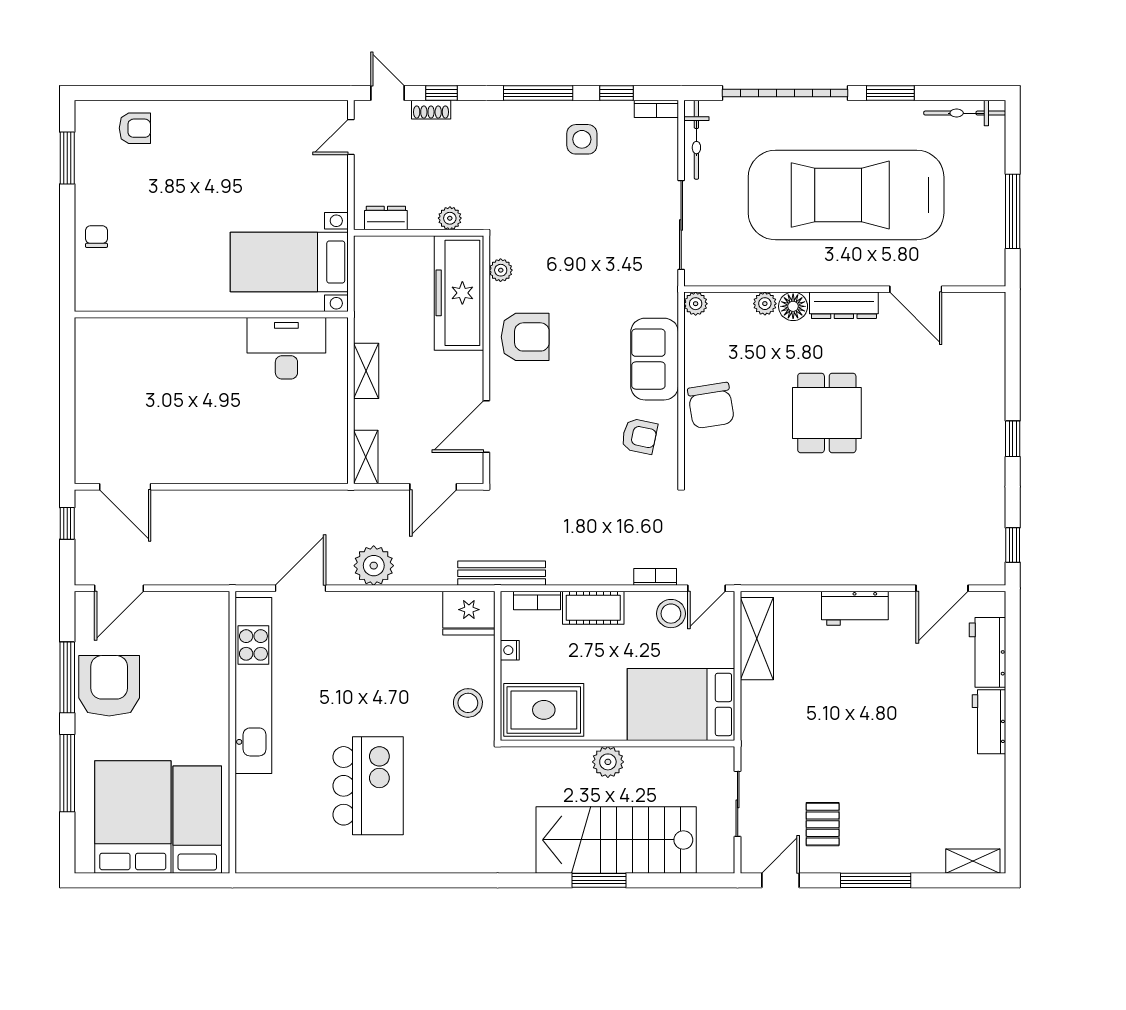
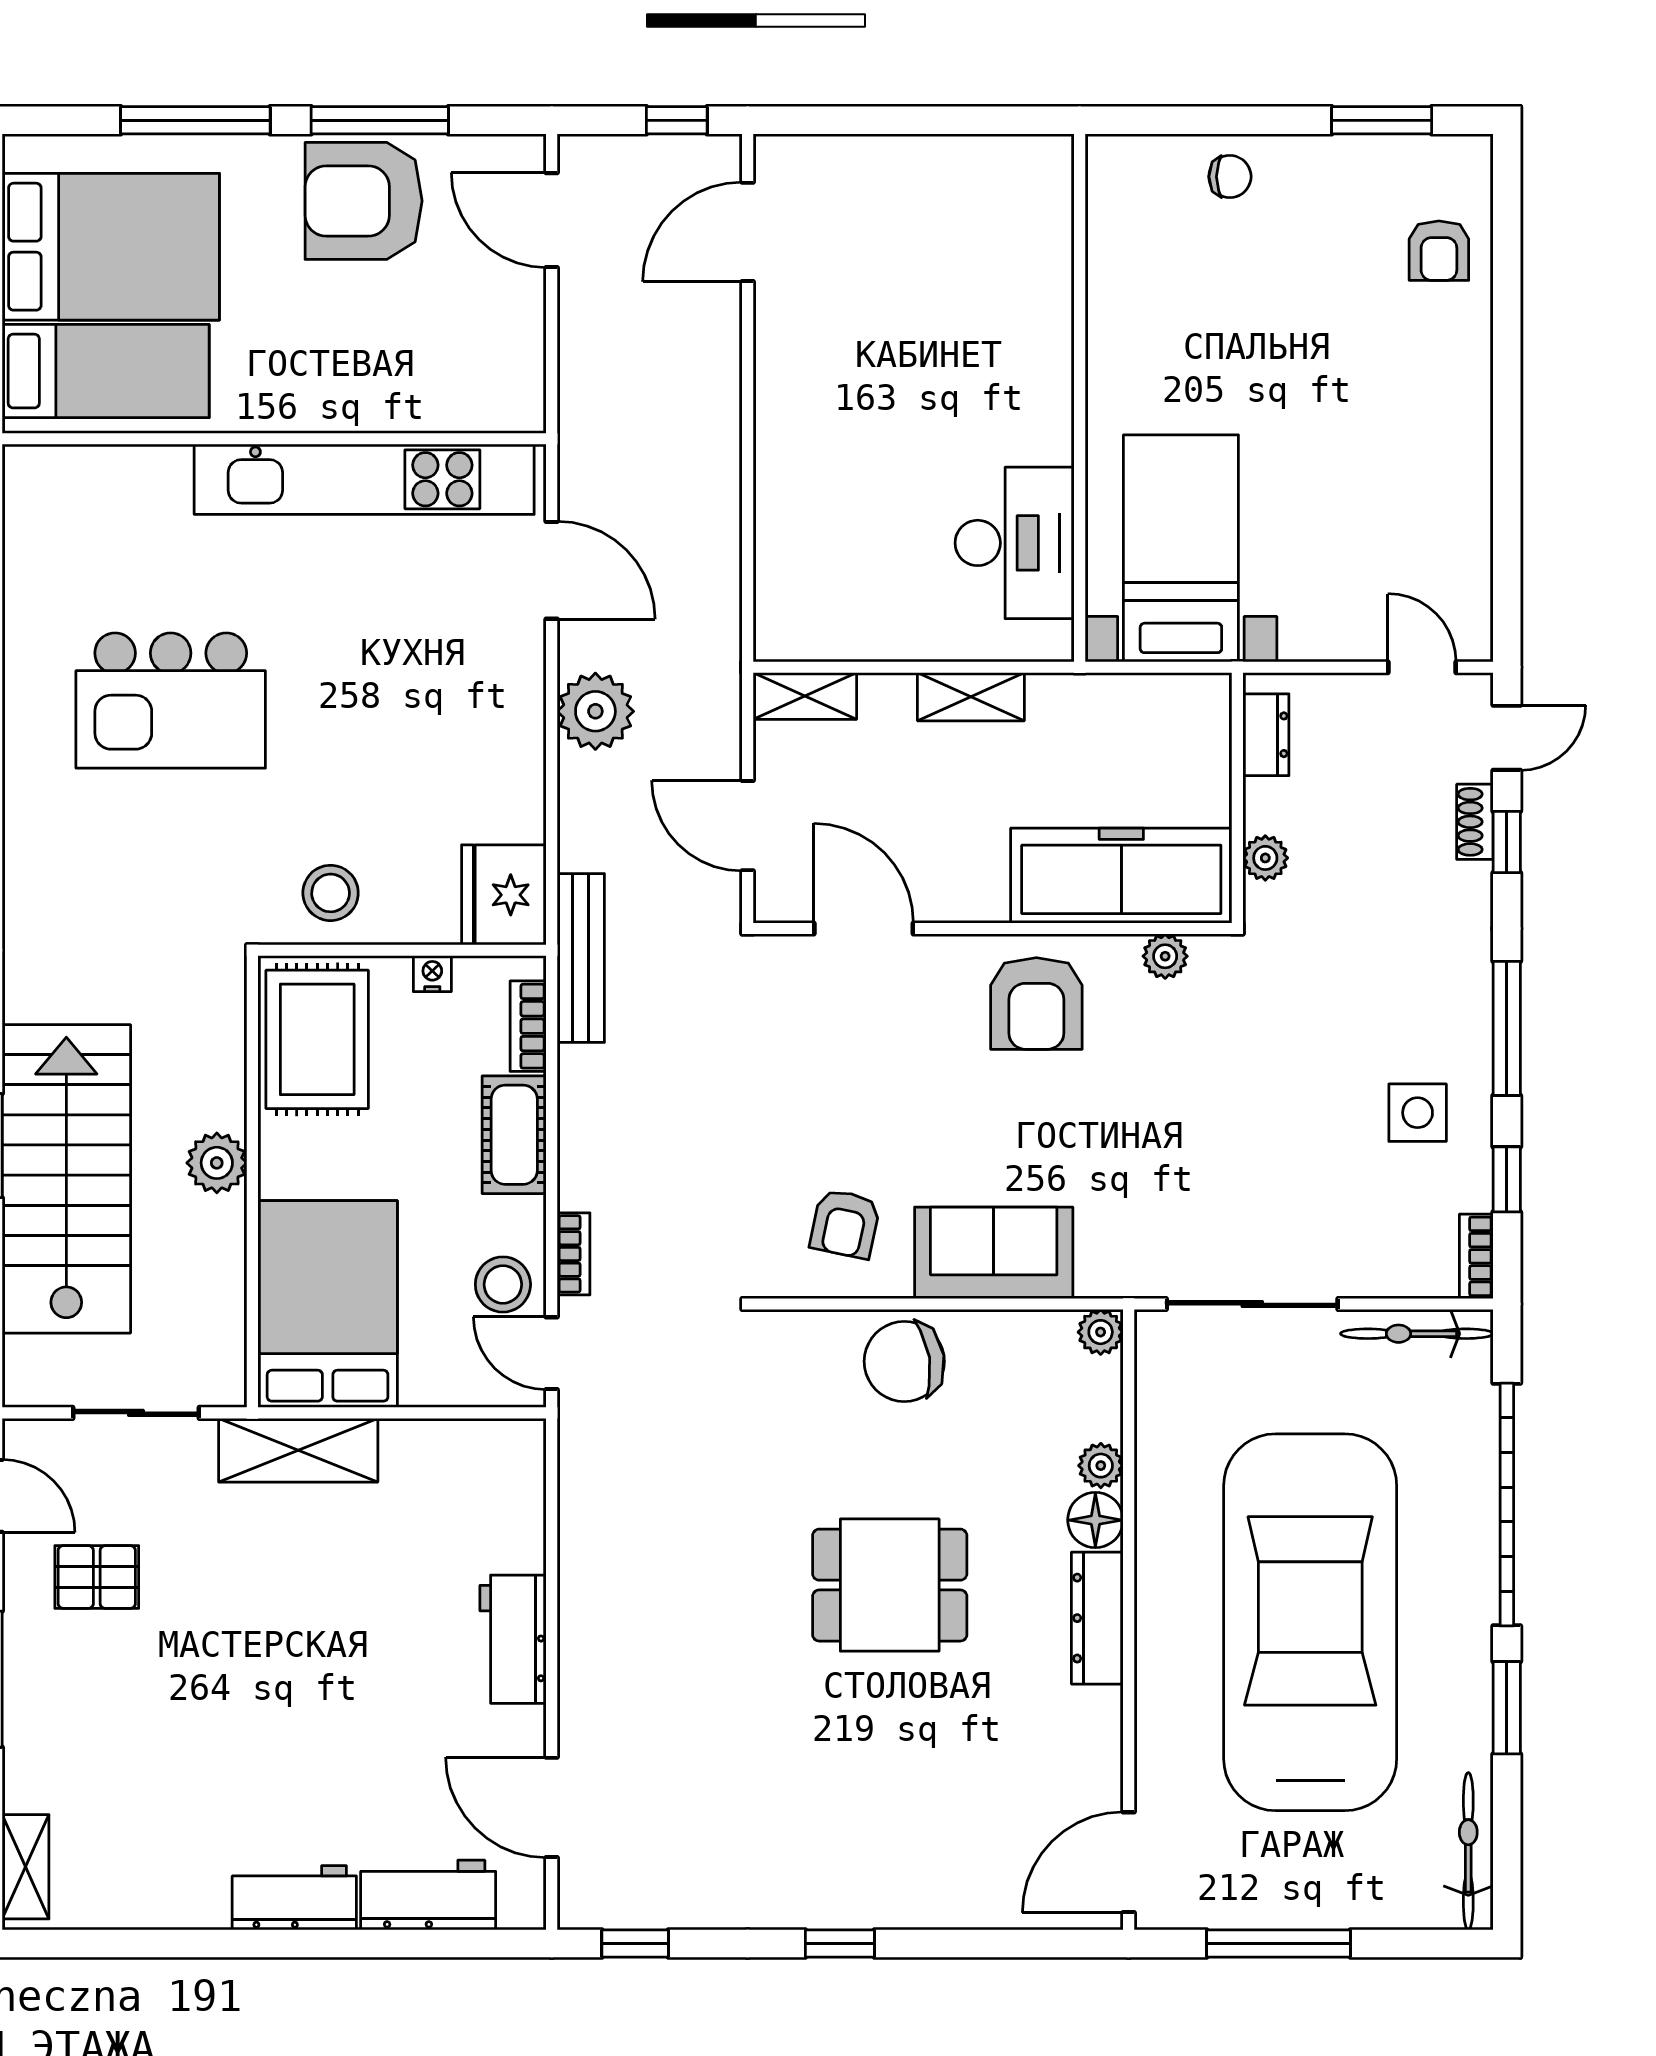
door: (916, 289) -> (1129, 1862), moved
shelving: (757, 639) -> (298, 1450), moved
armchair: (109, 686) -> (364, 201), turned 180

